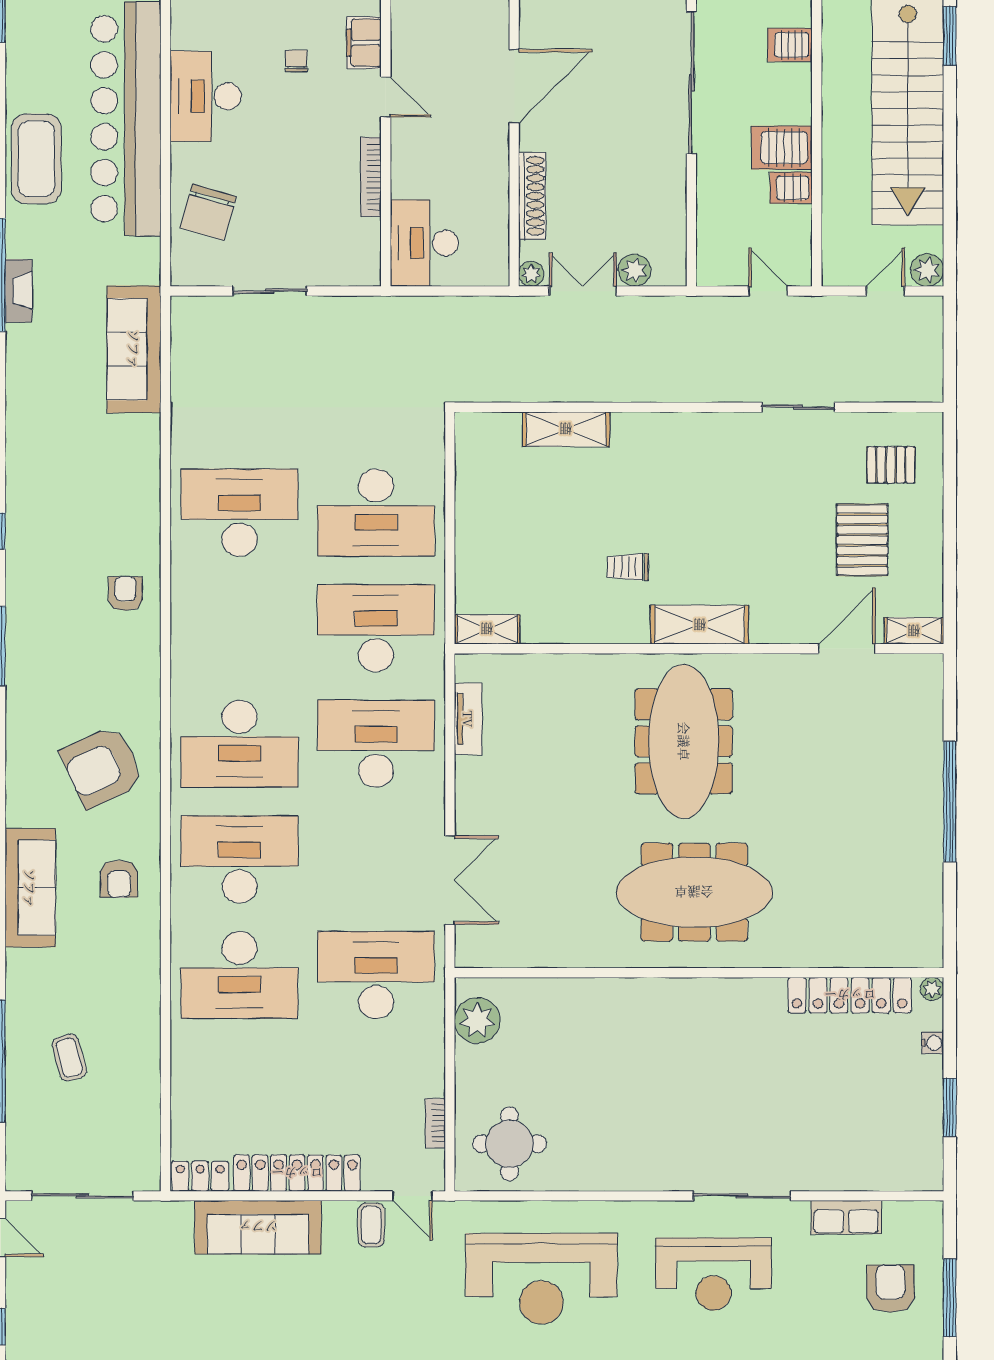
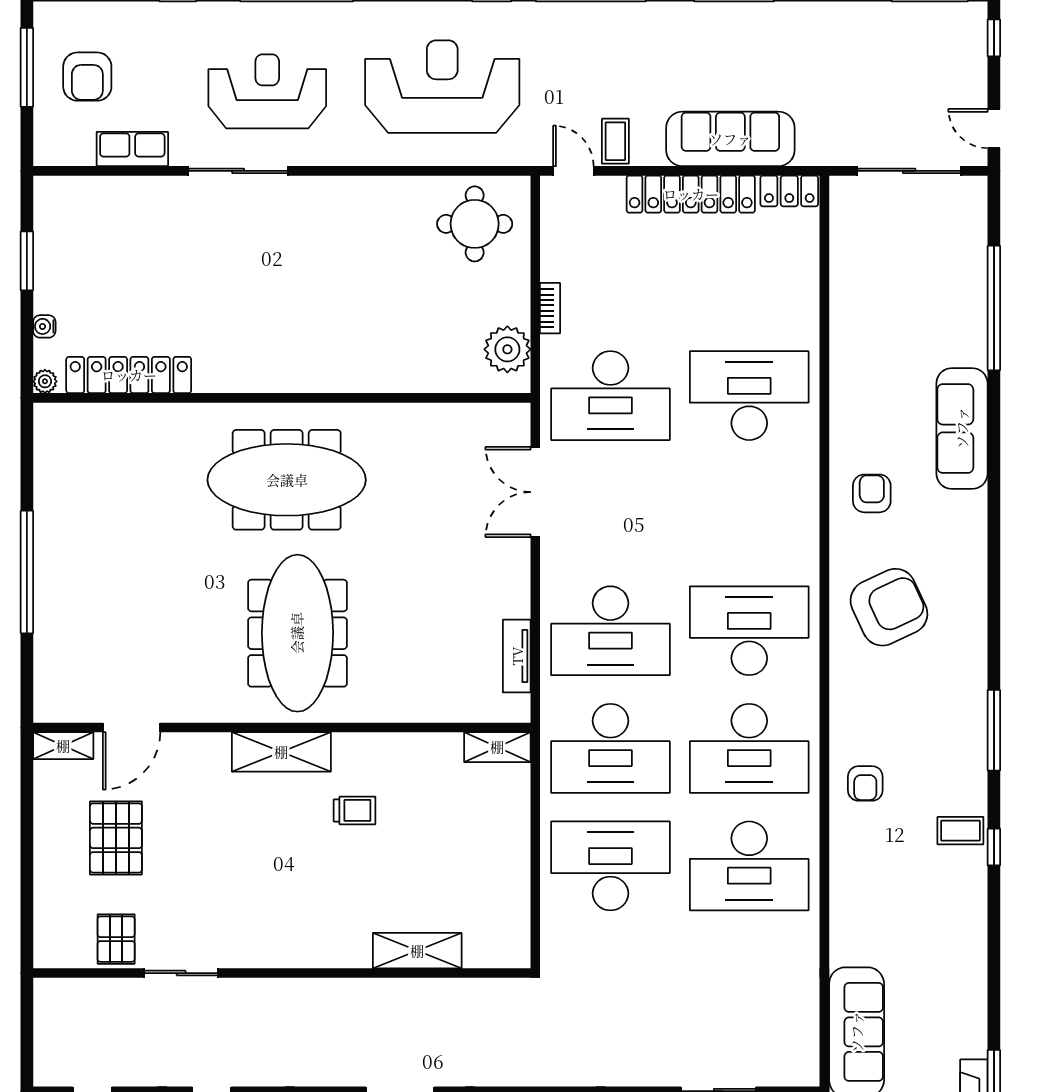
pallet: (891, 465) -> (116, 939), moved, turned 90
desk: (240, 859) -> (749, 748), moved
sofa: (30, 888) -> (962, 428), moved
coffee table: (69, 1058) -> (960, 831), moved, turned -75
bookcase: (435, 1123) -> (550, 308), moved

